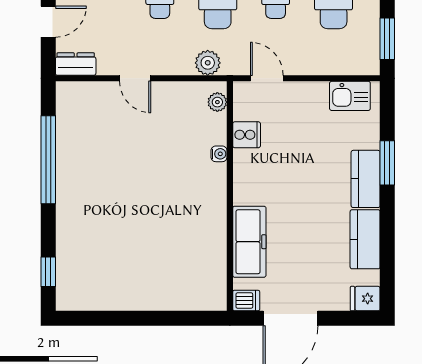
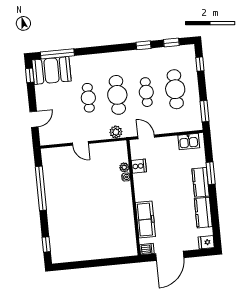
dresser: (76, 64) -> (50, 139), removed
plant: (217, 102) -> (124, 167), moved

